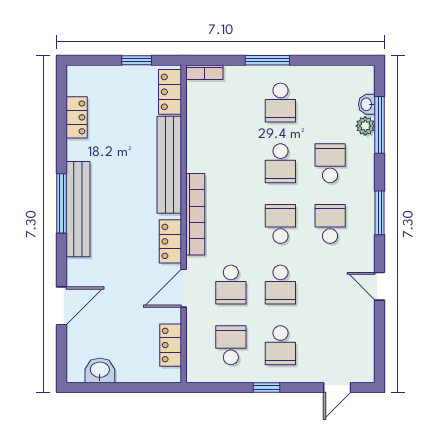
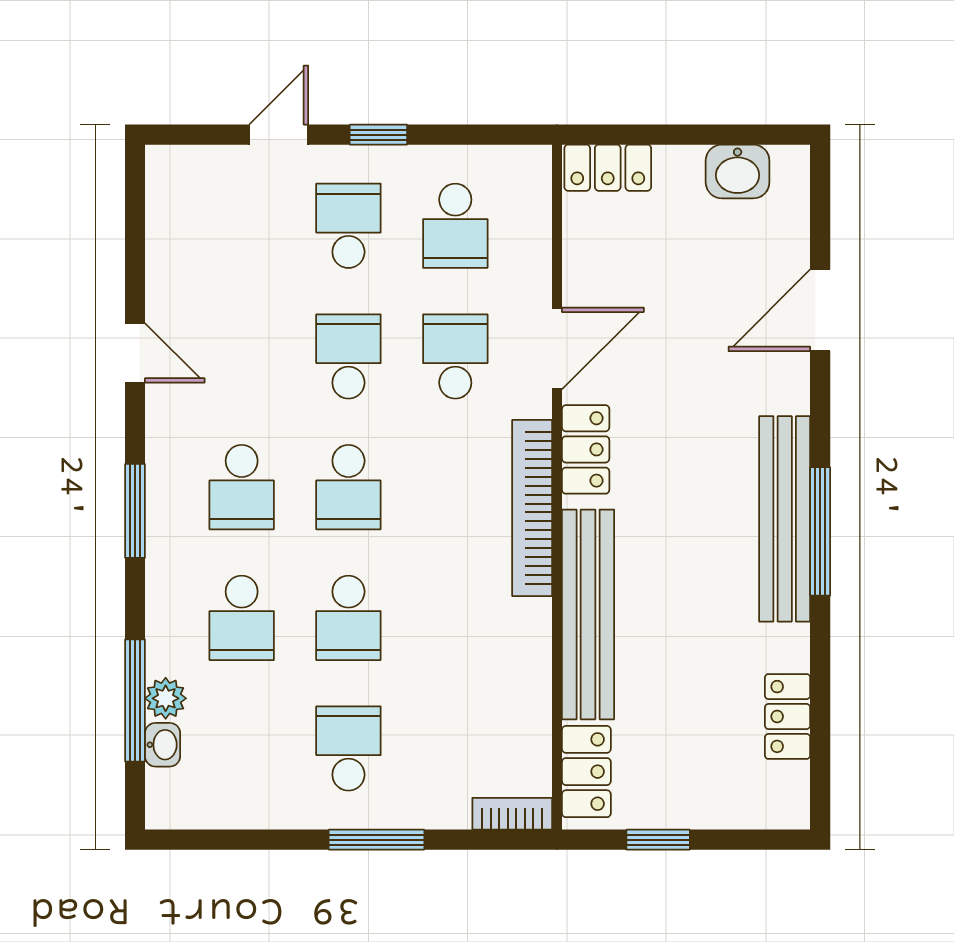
school desk: (280, 163) -> (348, 618), turned 180
locker: (171, 345) -> (608, 168), moved, turned 90
door: (337, 388) -> (279, 135), moved

